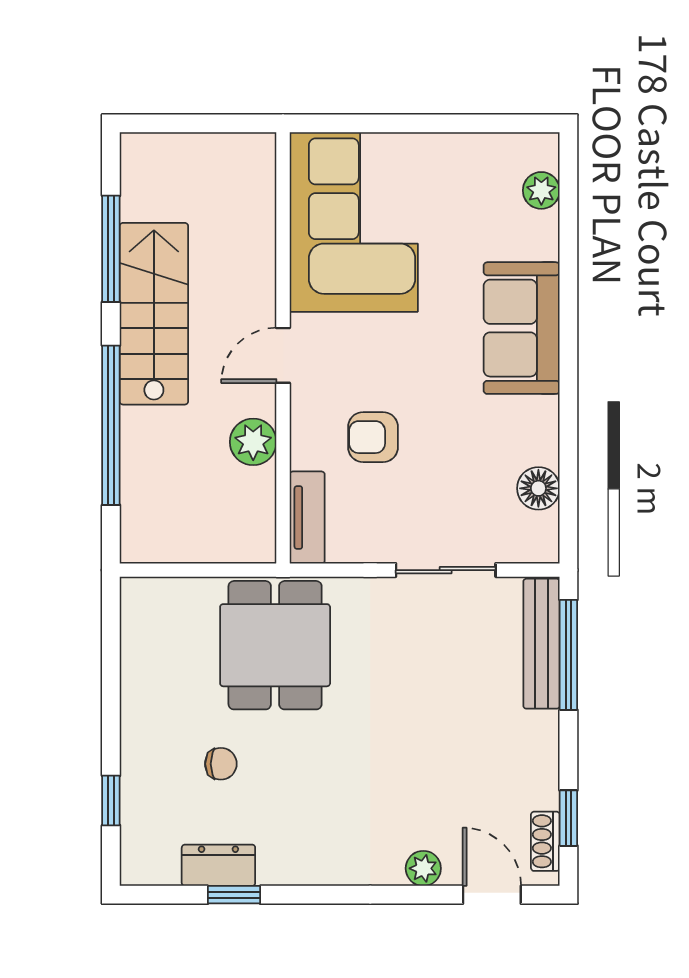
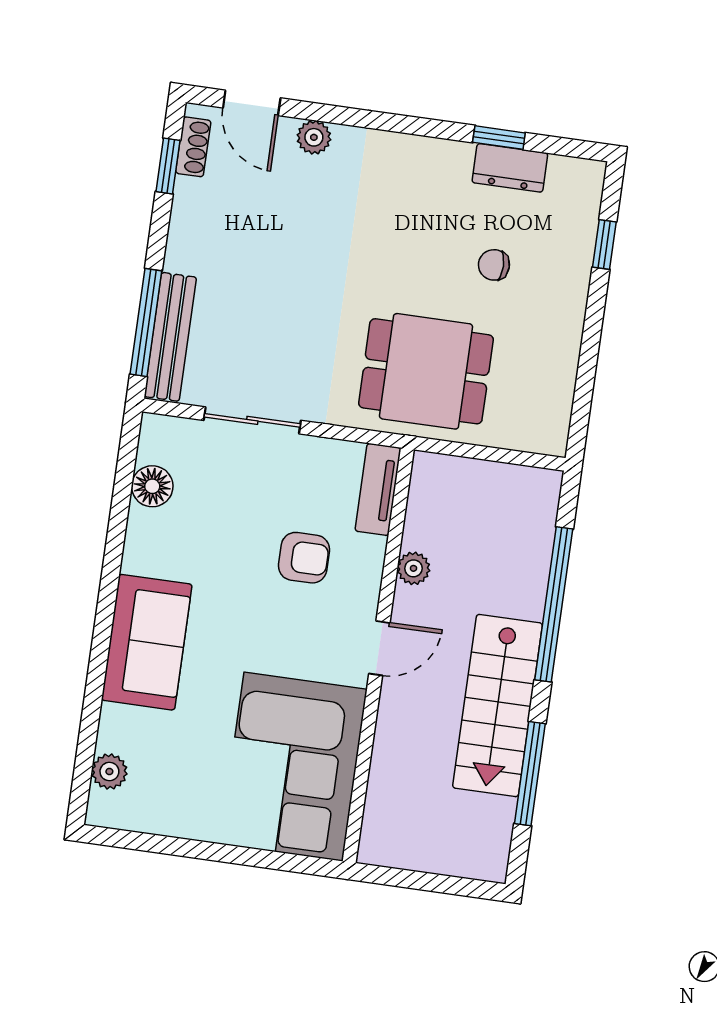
plant: (253, 442) -> (413, 568), width x0.73, depth x0.73
dining table: (275, 645) -> (426, 371), turned 90

